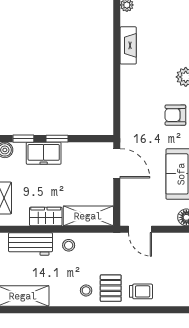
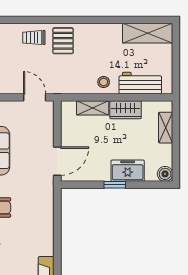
window: (23, 139) -> (147, 185), removed
door: (117, 163) -> (57, 161), swing flipped
shelving: (88, 216) -> (93, 108), width x0.67, depth x0.75
stool: (86, 290) -> (87, 38), removed

